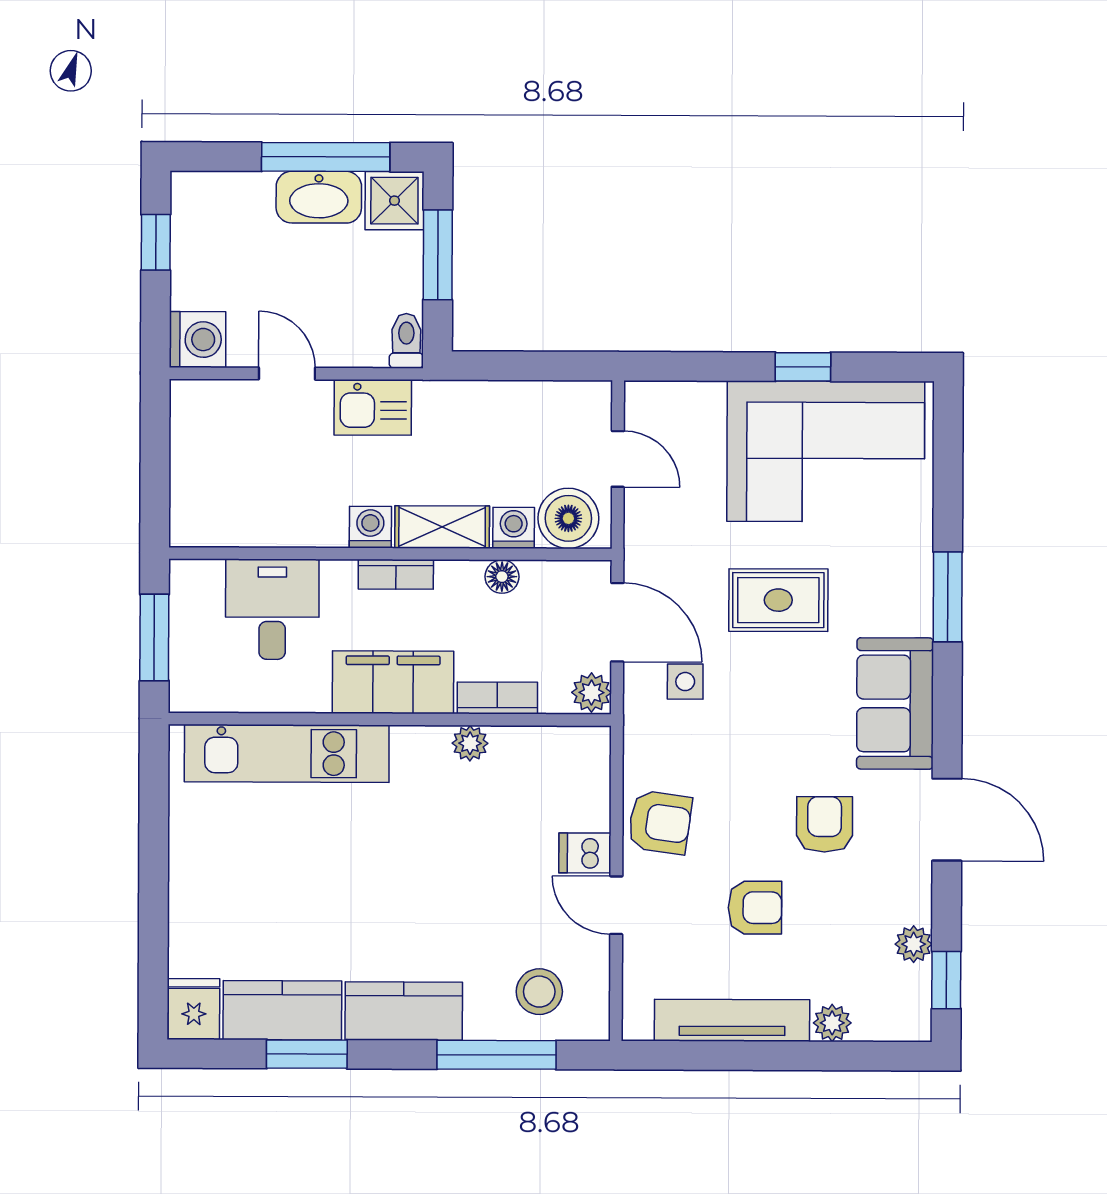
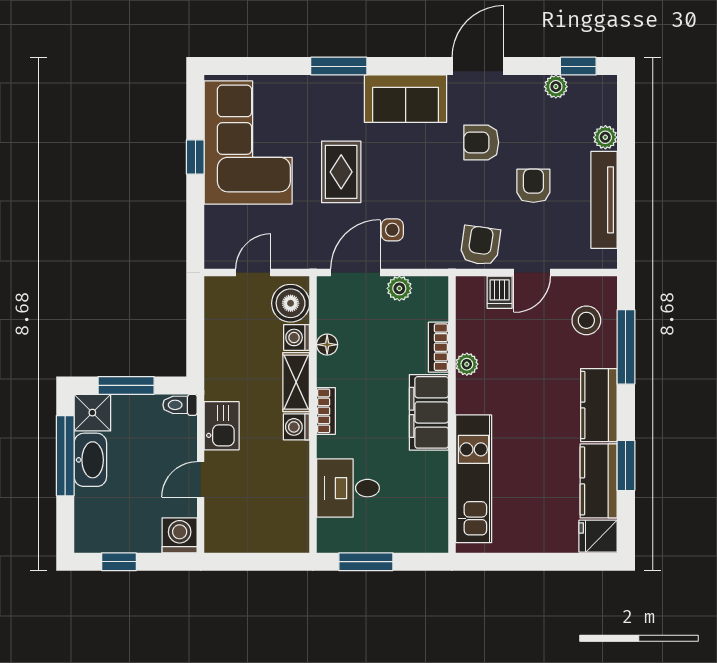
filing cabinet: (393, 682) -> (429, 412), moved
bookcase: (497, 698) -> (438, 347), moved
wall: (390, 719) -> (452, 414), moved
plant: (470, 743) -> (467, 364), moved
kitchen unit: (287, 753) -> (474, 479), moved

